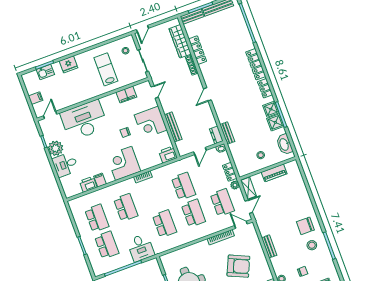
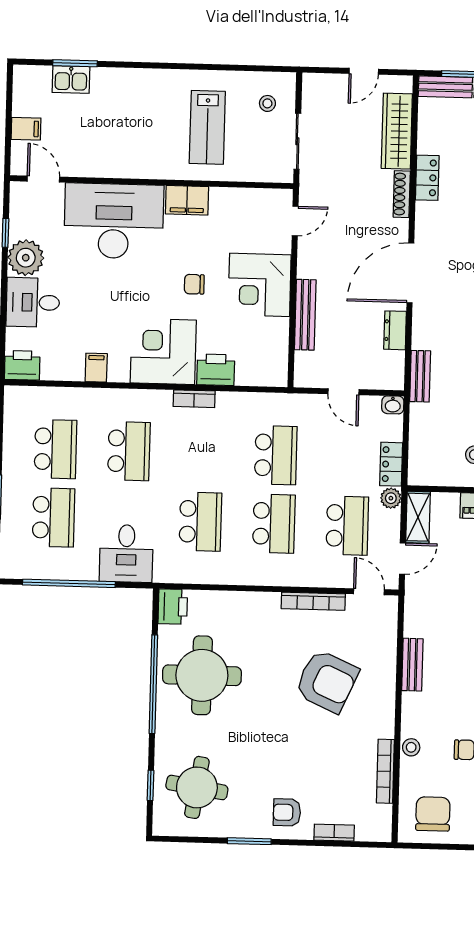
door: (142, 29) -> (364, 71), moved
locker: (198, 50) -> (427, 178), width x0.66
fridge: (69, 64) -> (129, 83), removed
lab bench: (106, 69) -> (207, 127), turned 180
door: (207, 94) -> (410, 273), width x1.88
filing cabinet: (126, 95) -> (187, 200), moved
door: (50, 115) -> (43, 179), hinge flipped
dresser: (216, 135) -> (395, 330), moved
door: (200, 151) -> (344, 392), hinge flipped
printer: (168, 155) -> (216, 370), moved
printer: (88, 184) -> (22, 365), moved
printer: (167, 261) -> (173, 607), added

